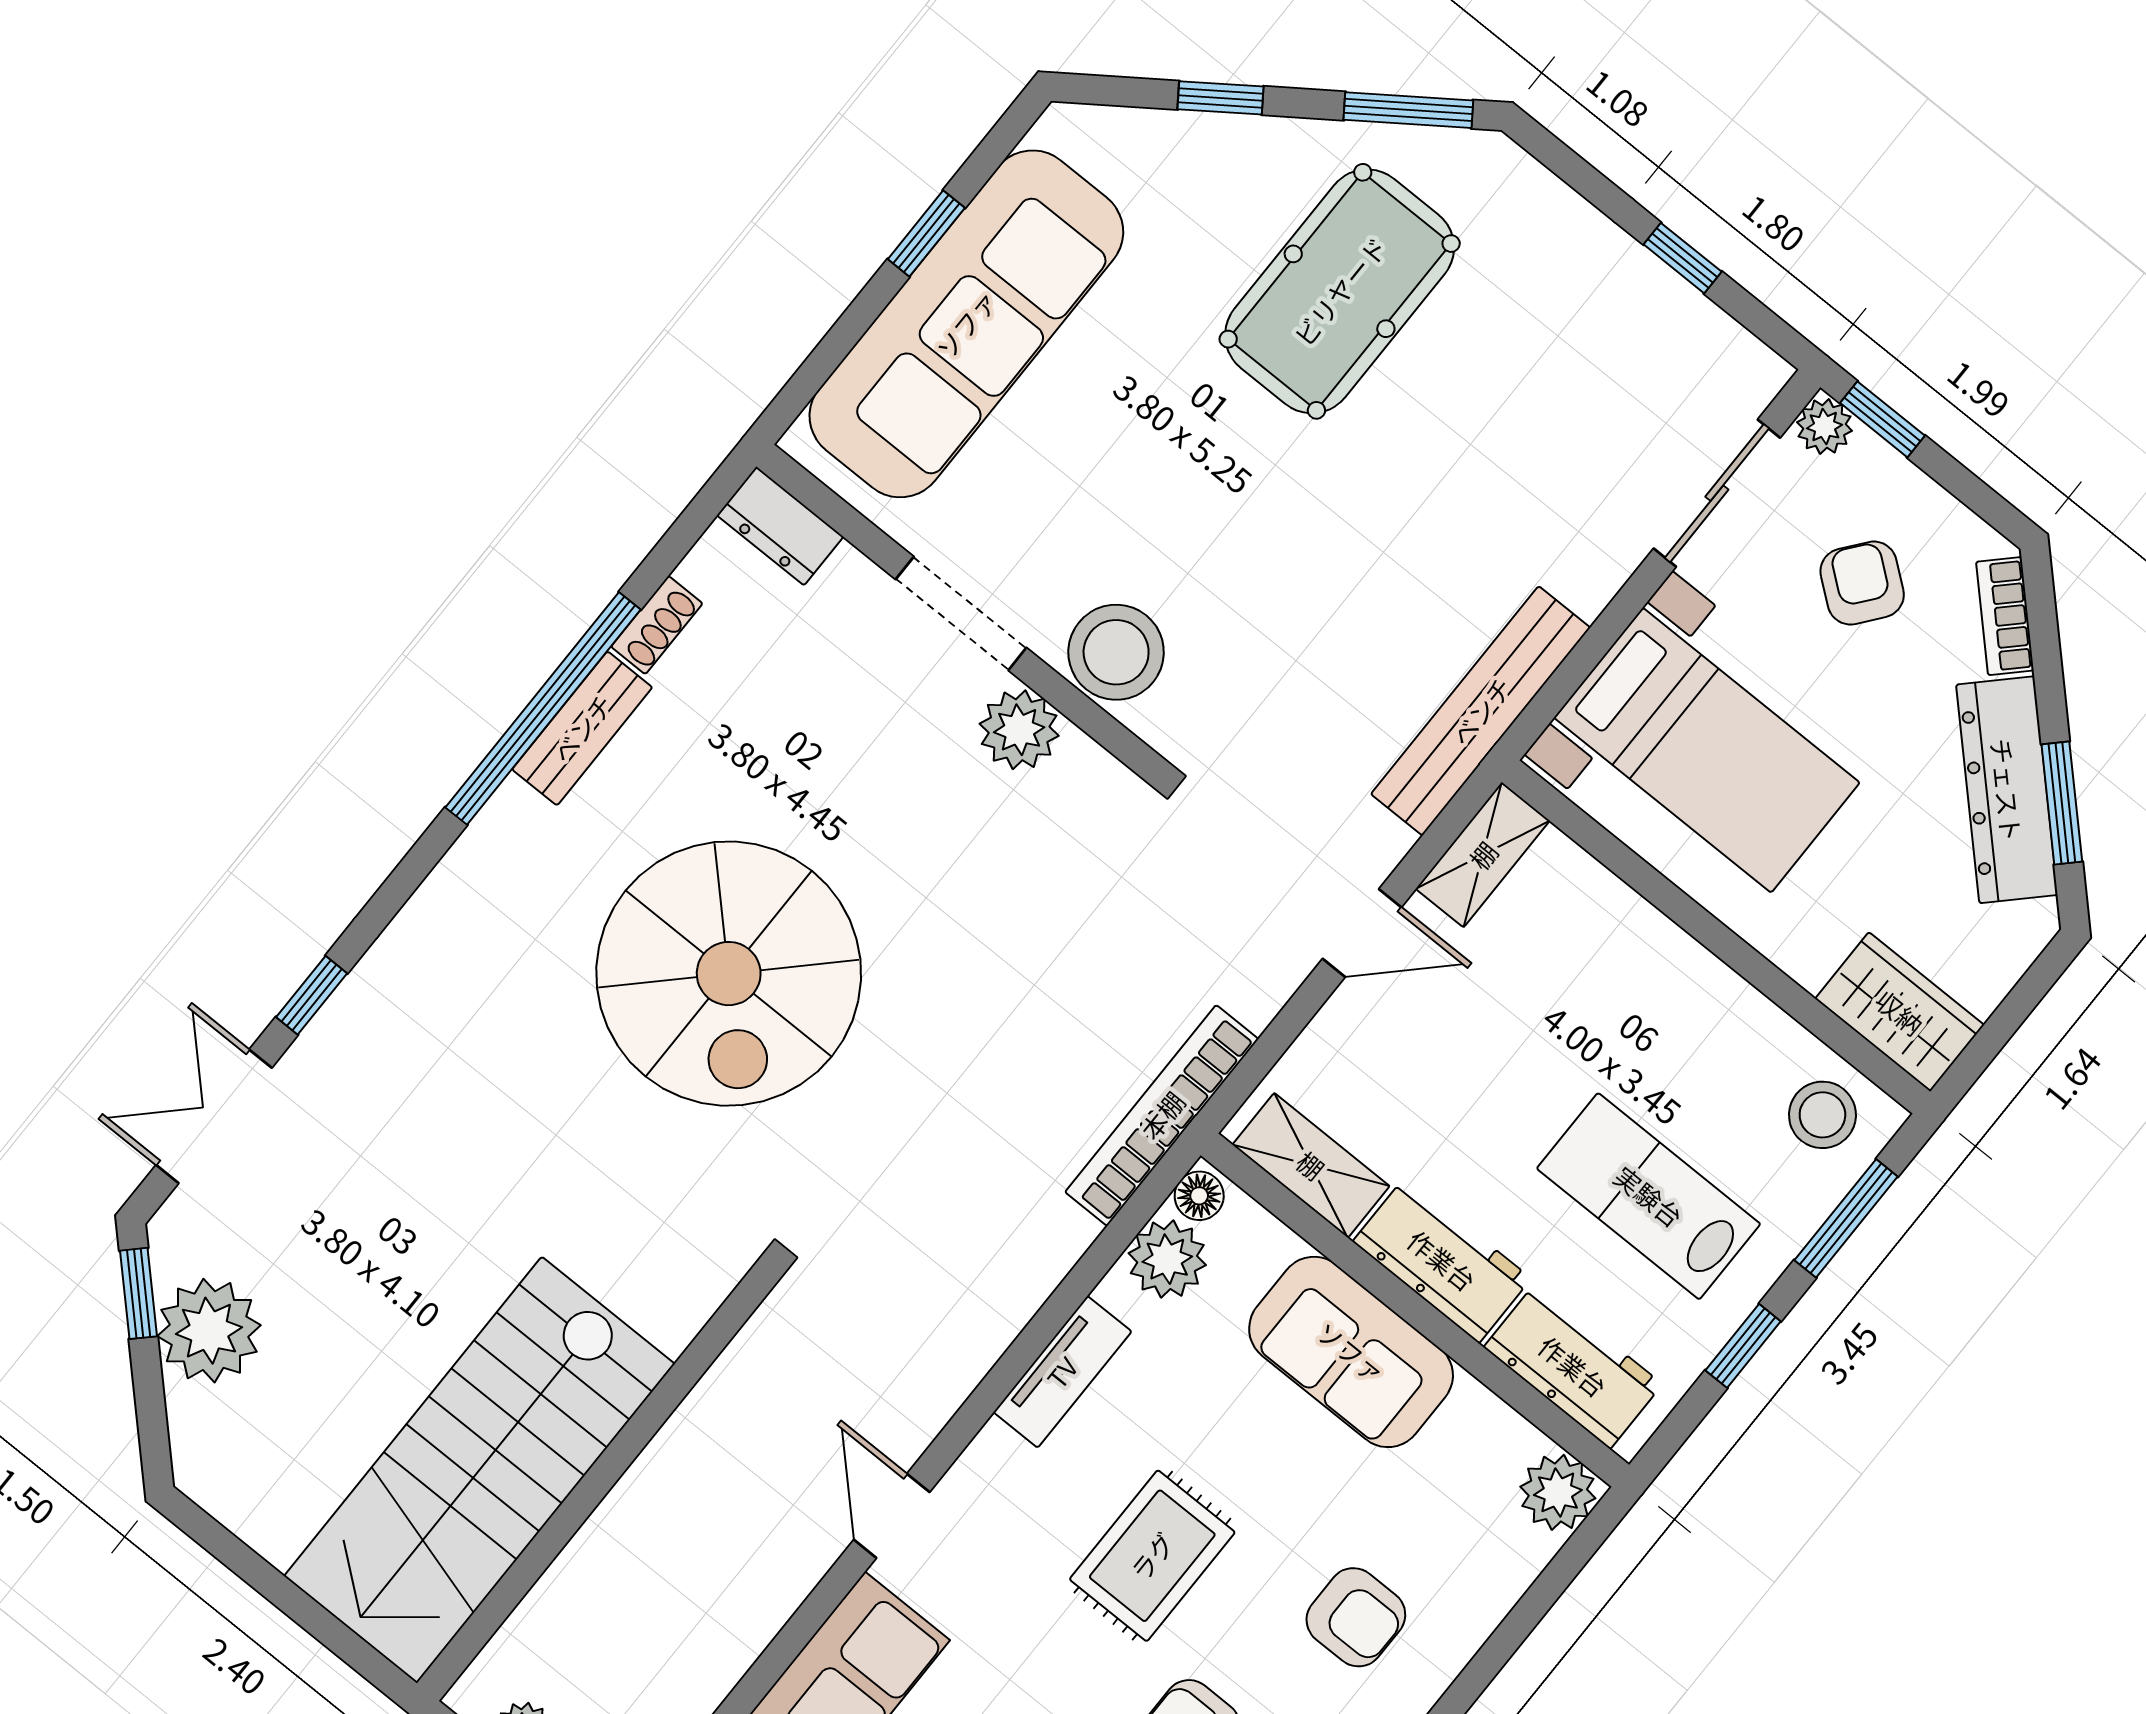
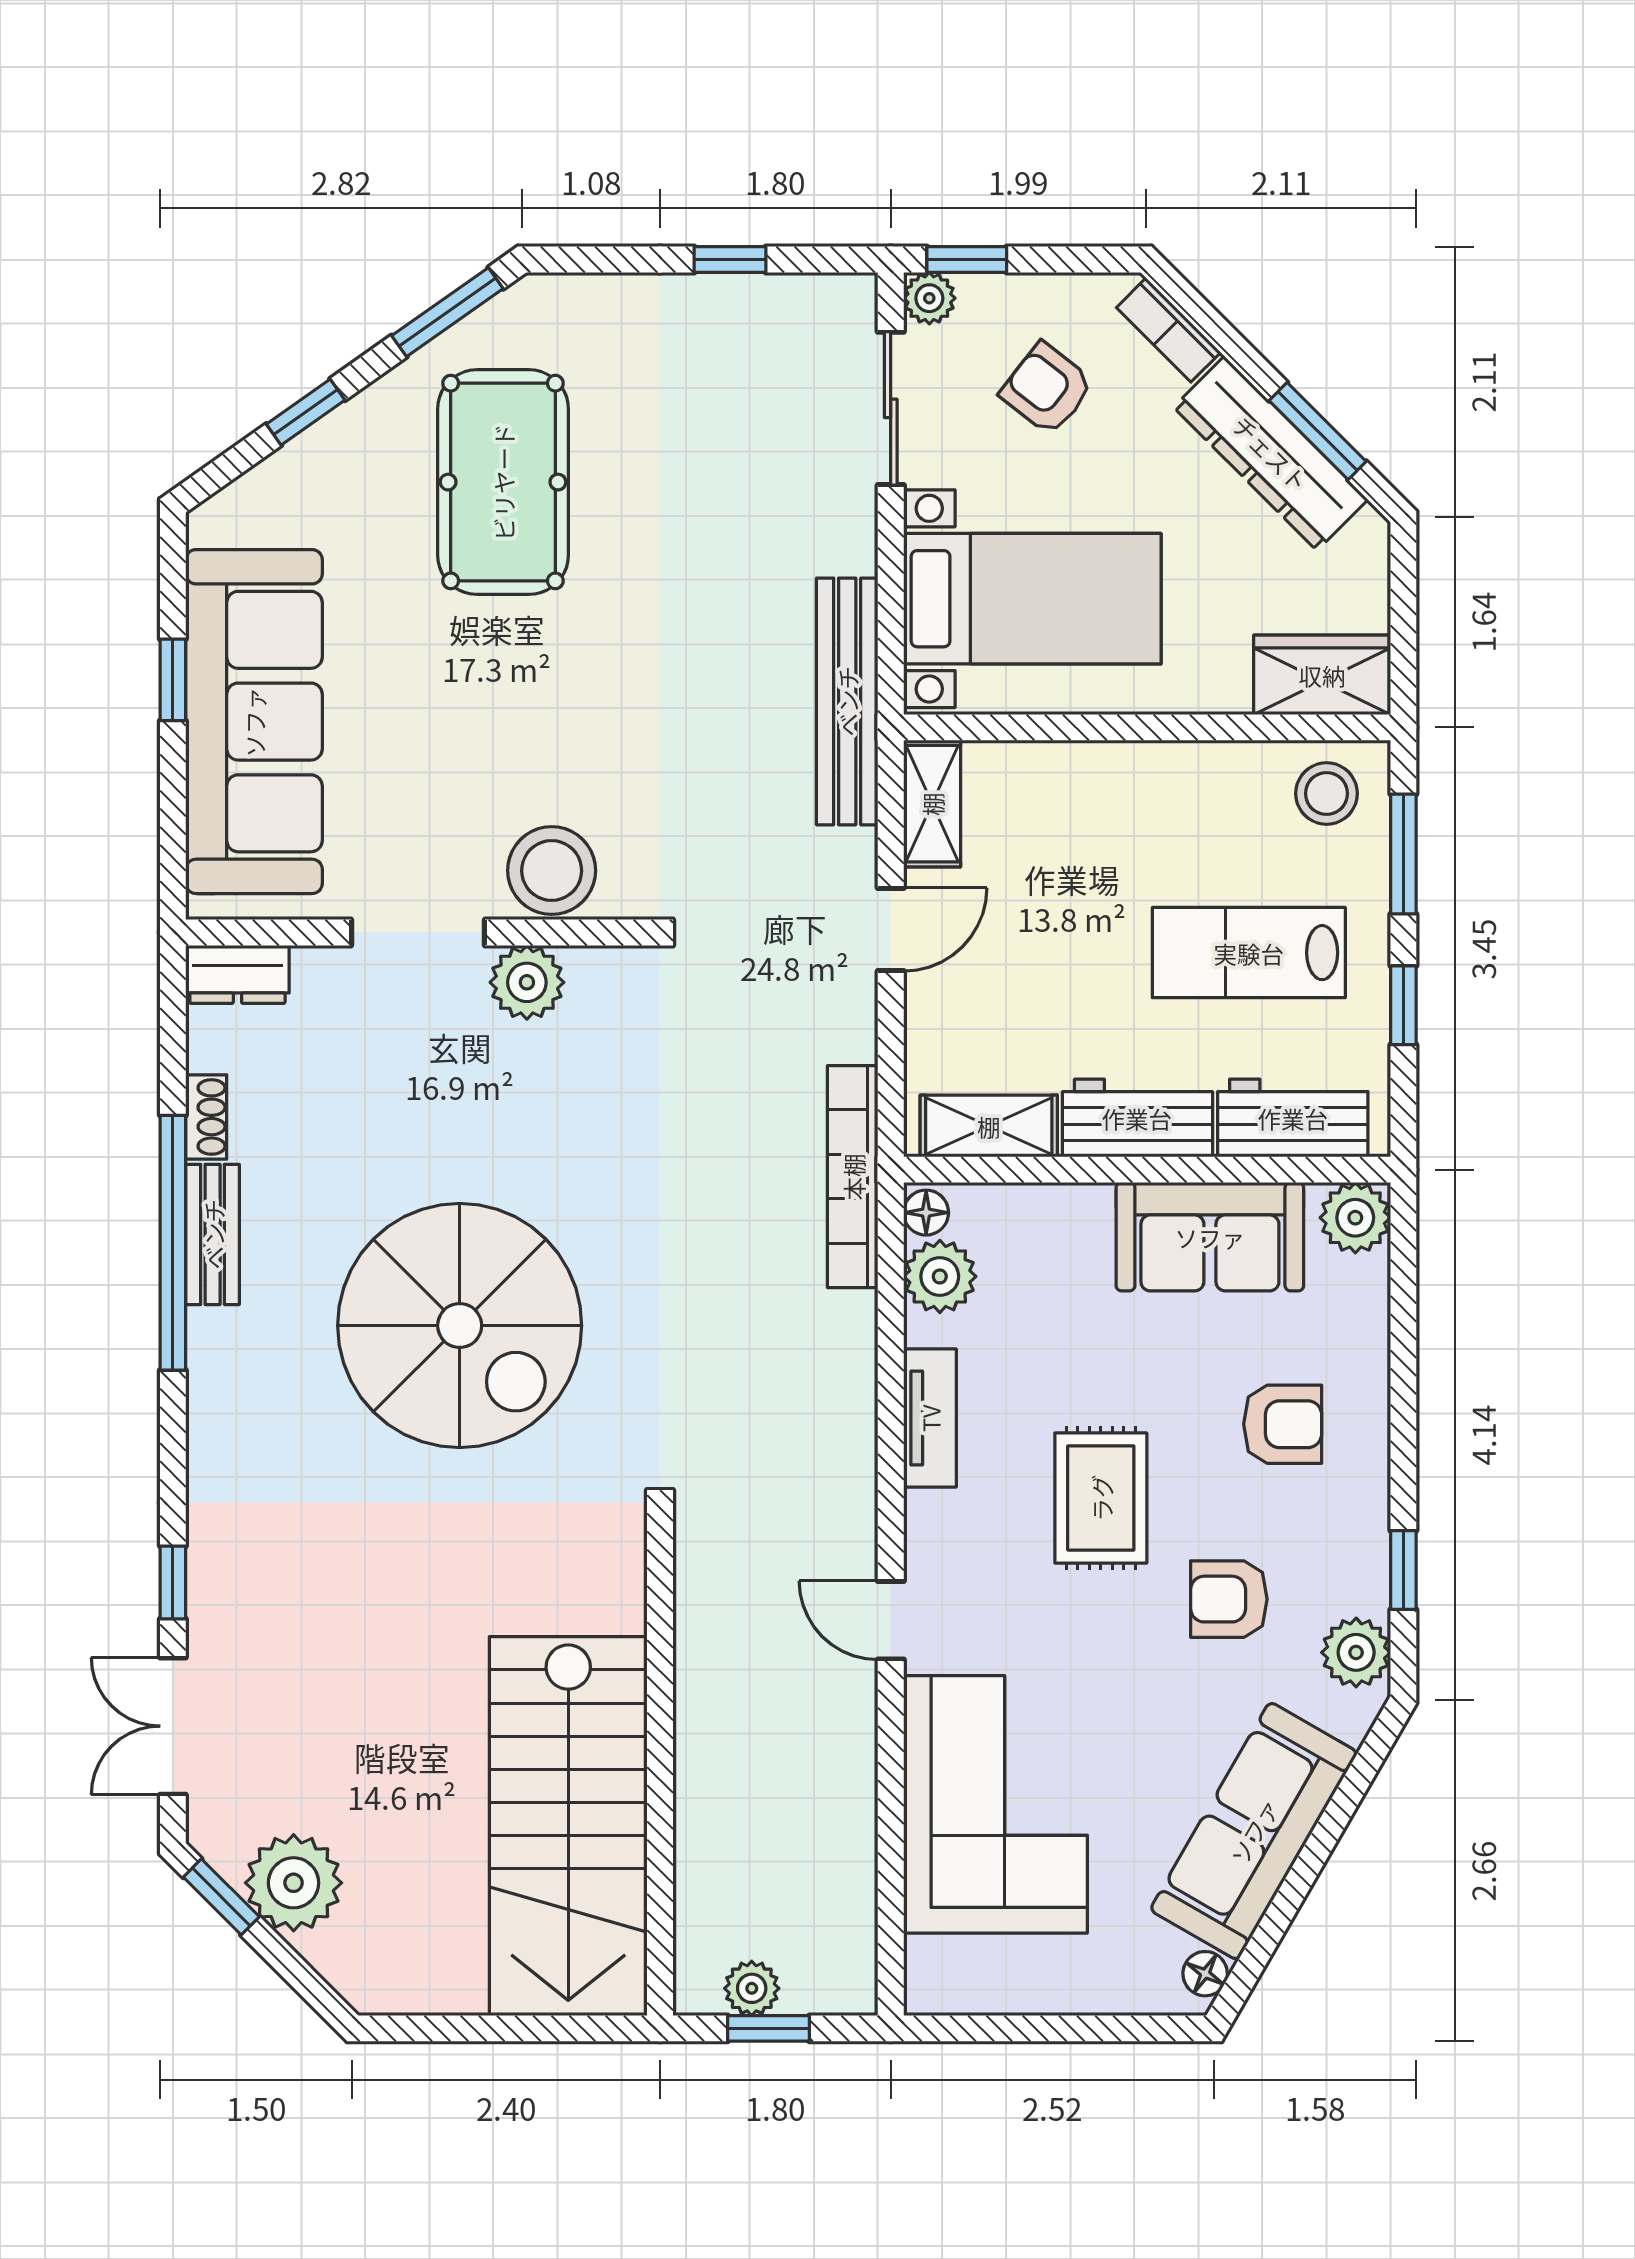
sofa: (1351, 1352) -> (1210, 1237), moved

